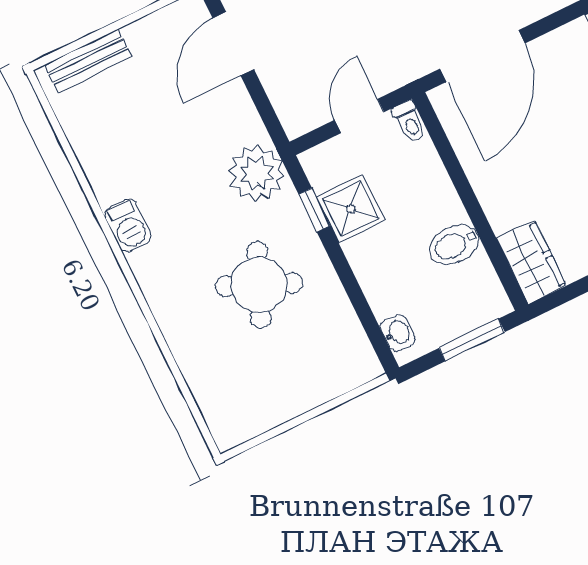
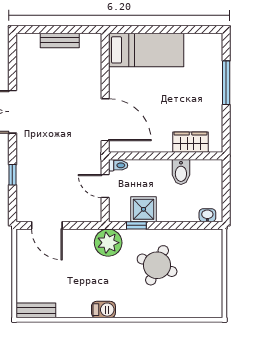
bench: (88, 61) -> (36, 310), moved, turned 90
wardrobe: (531, 262) -> (191, 142), moved
window: (472, 340) -> (226, 185), removed

